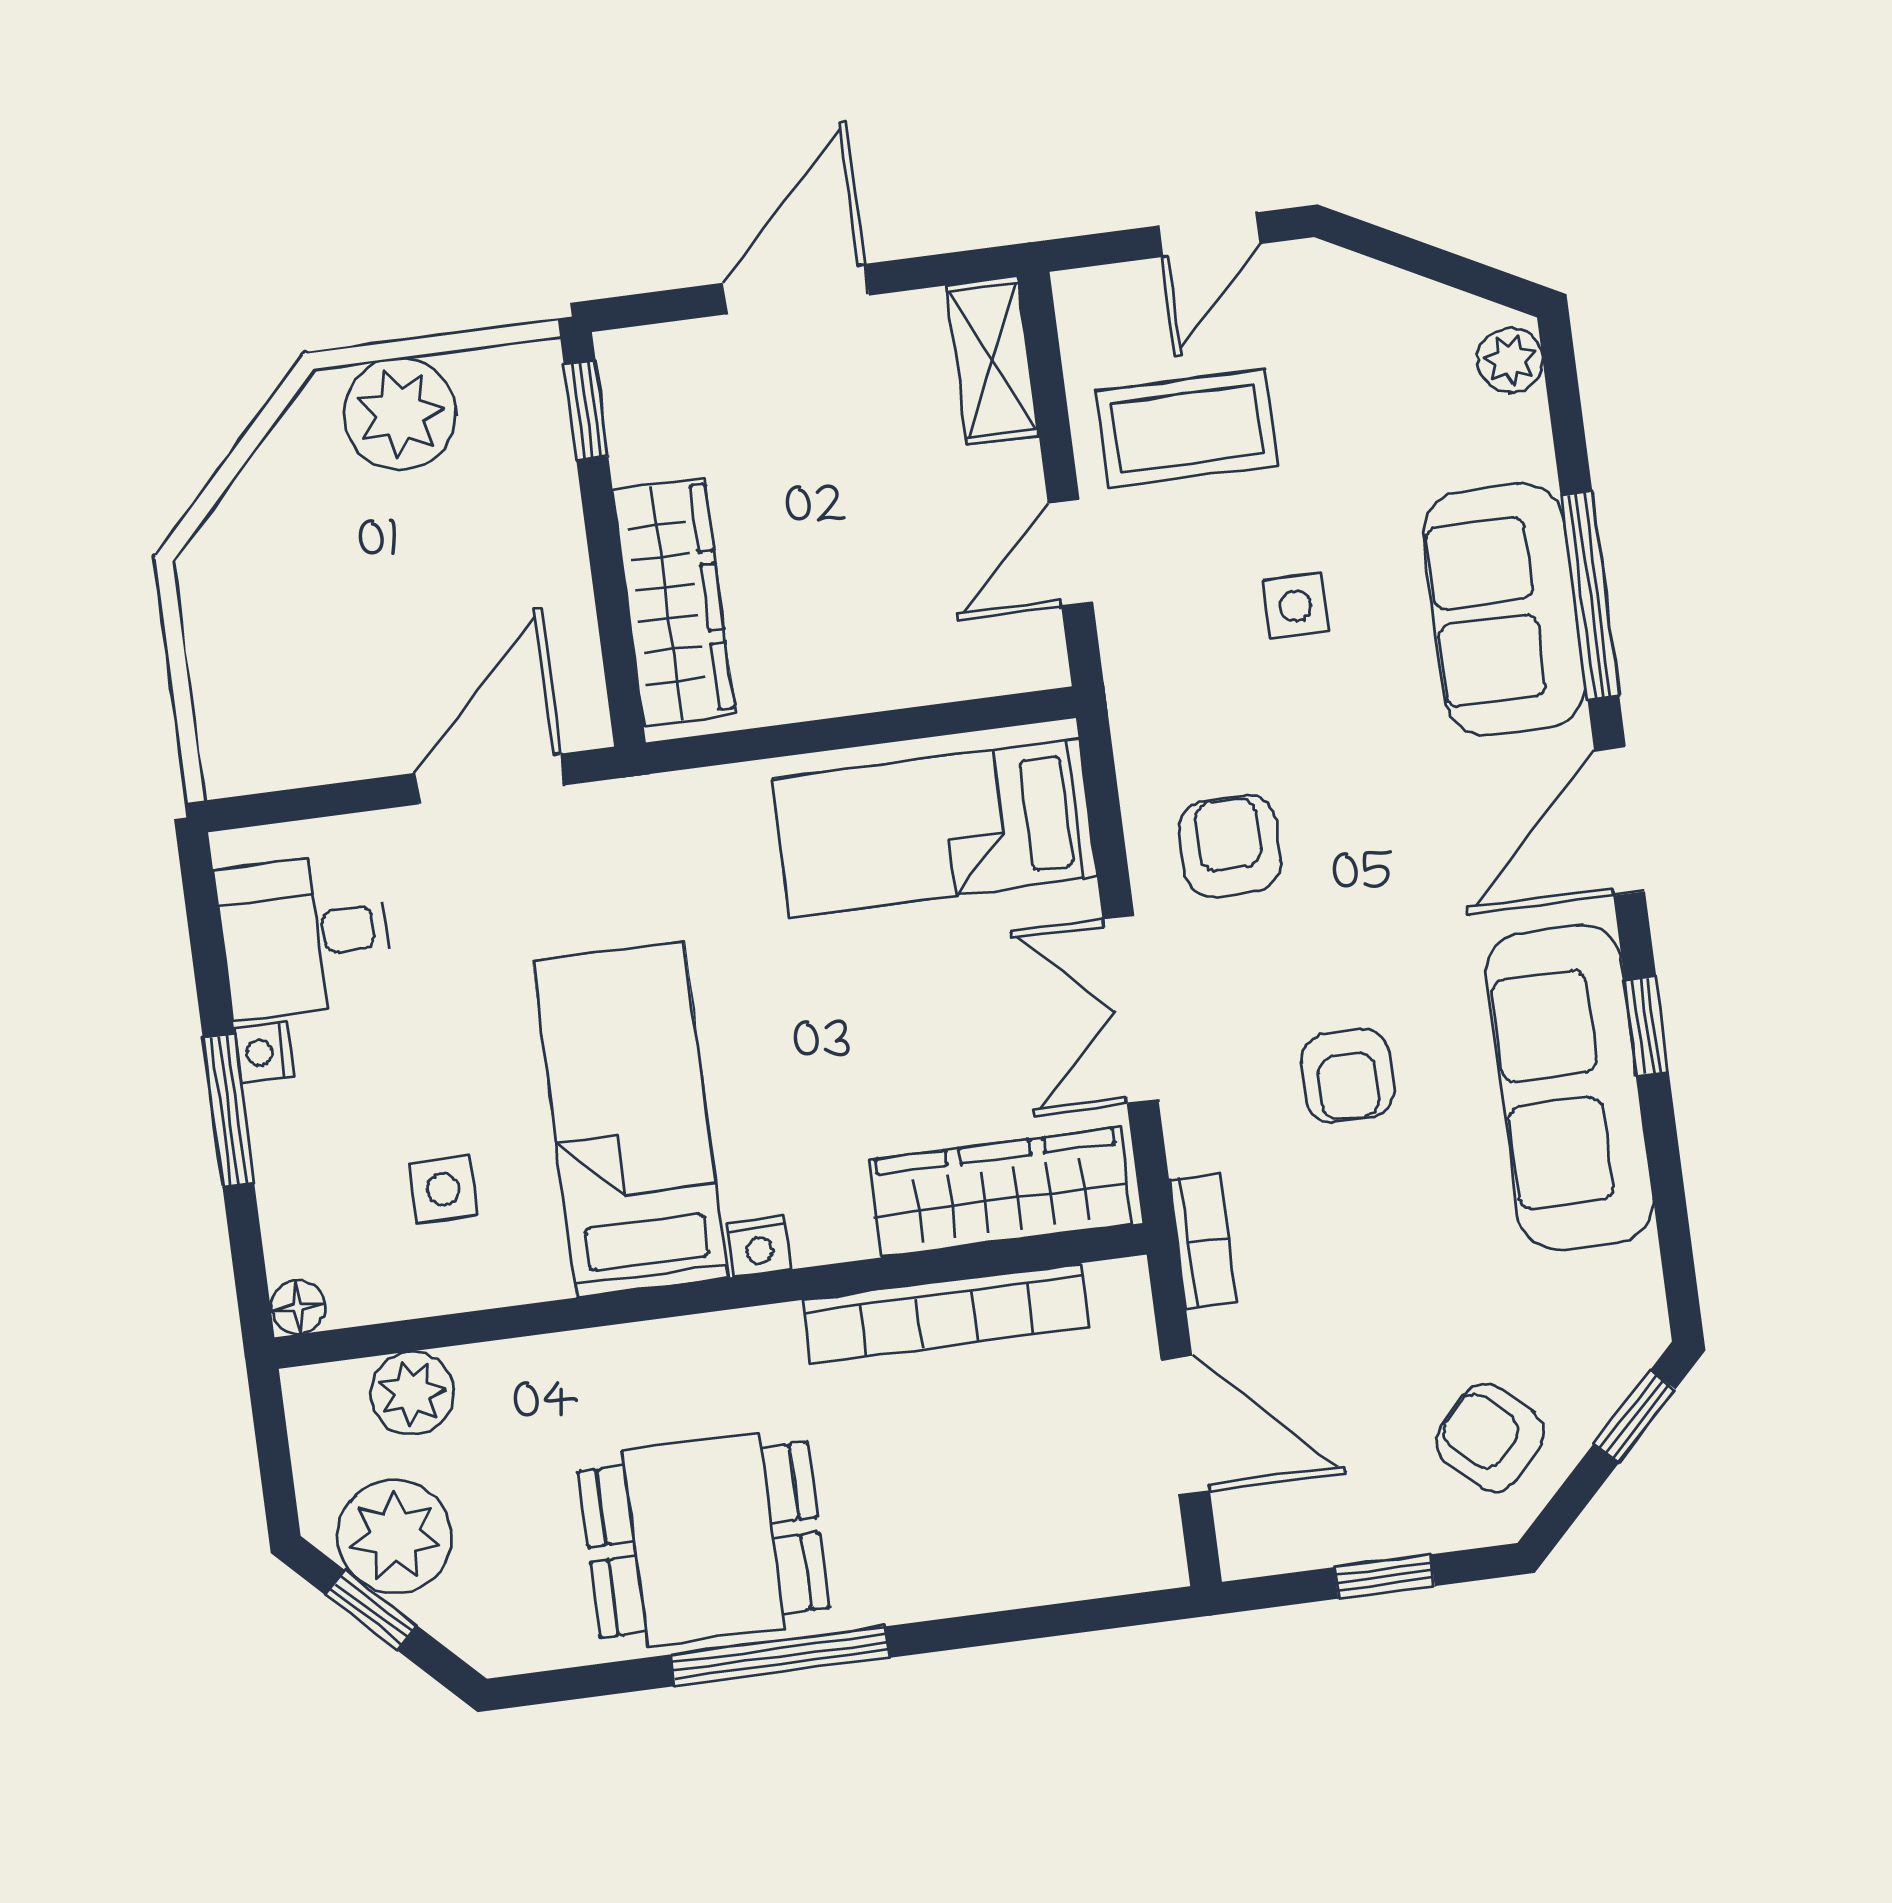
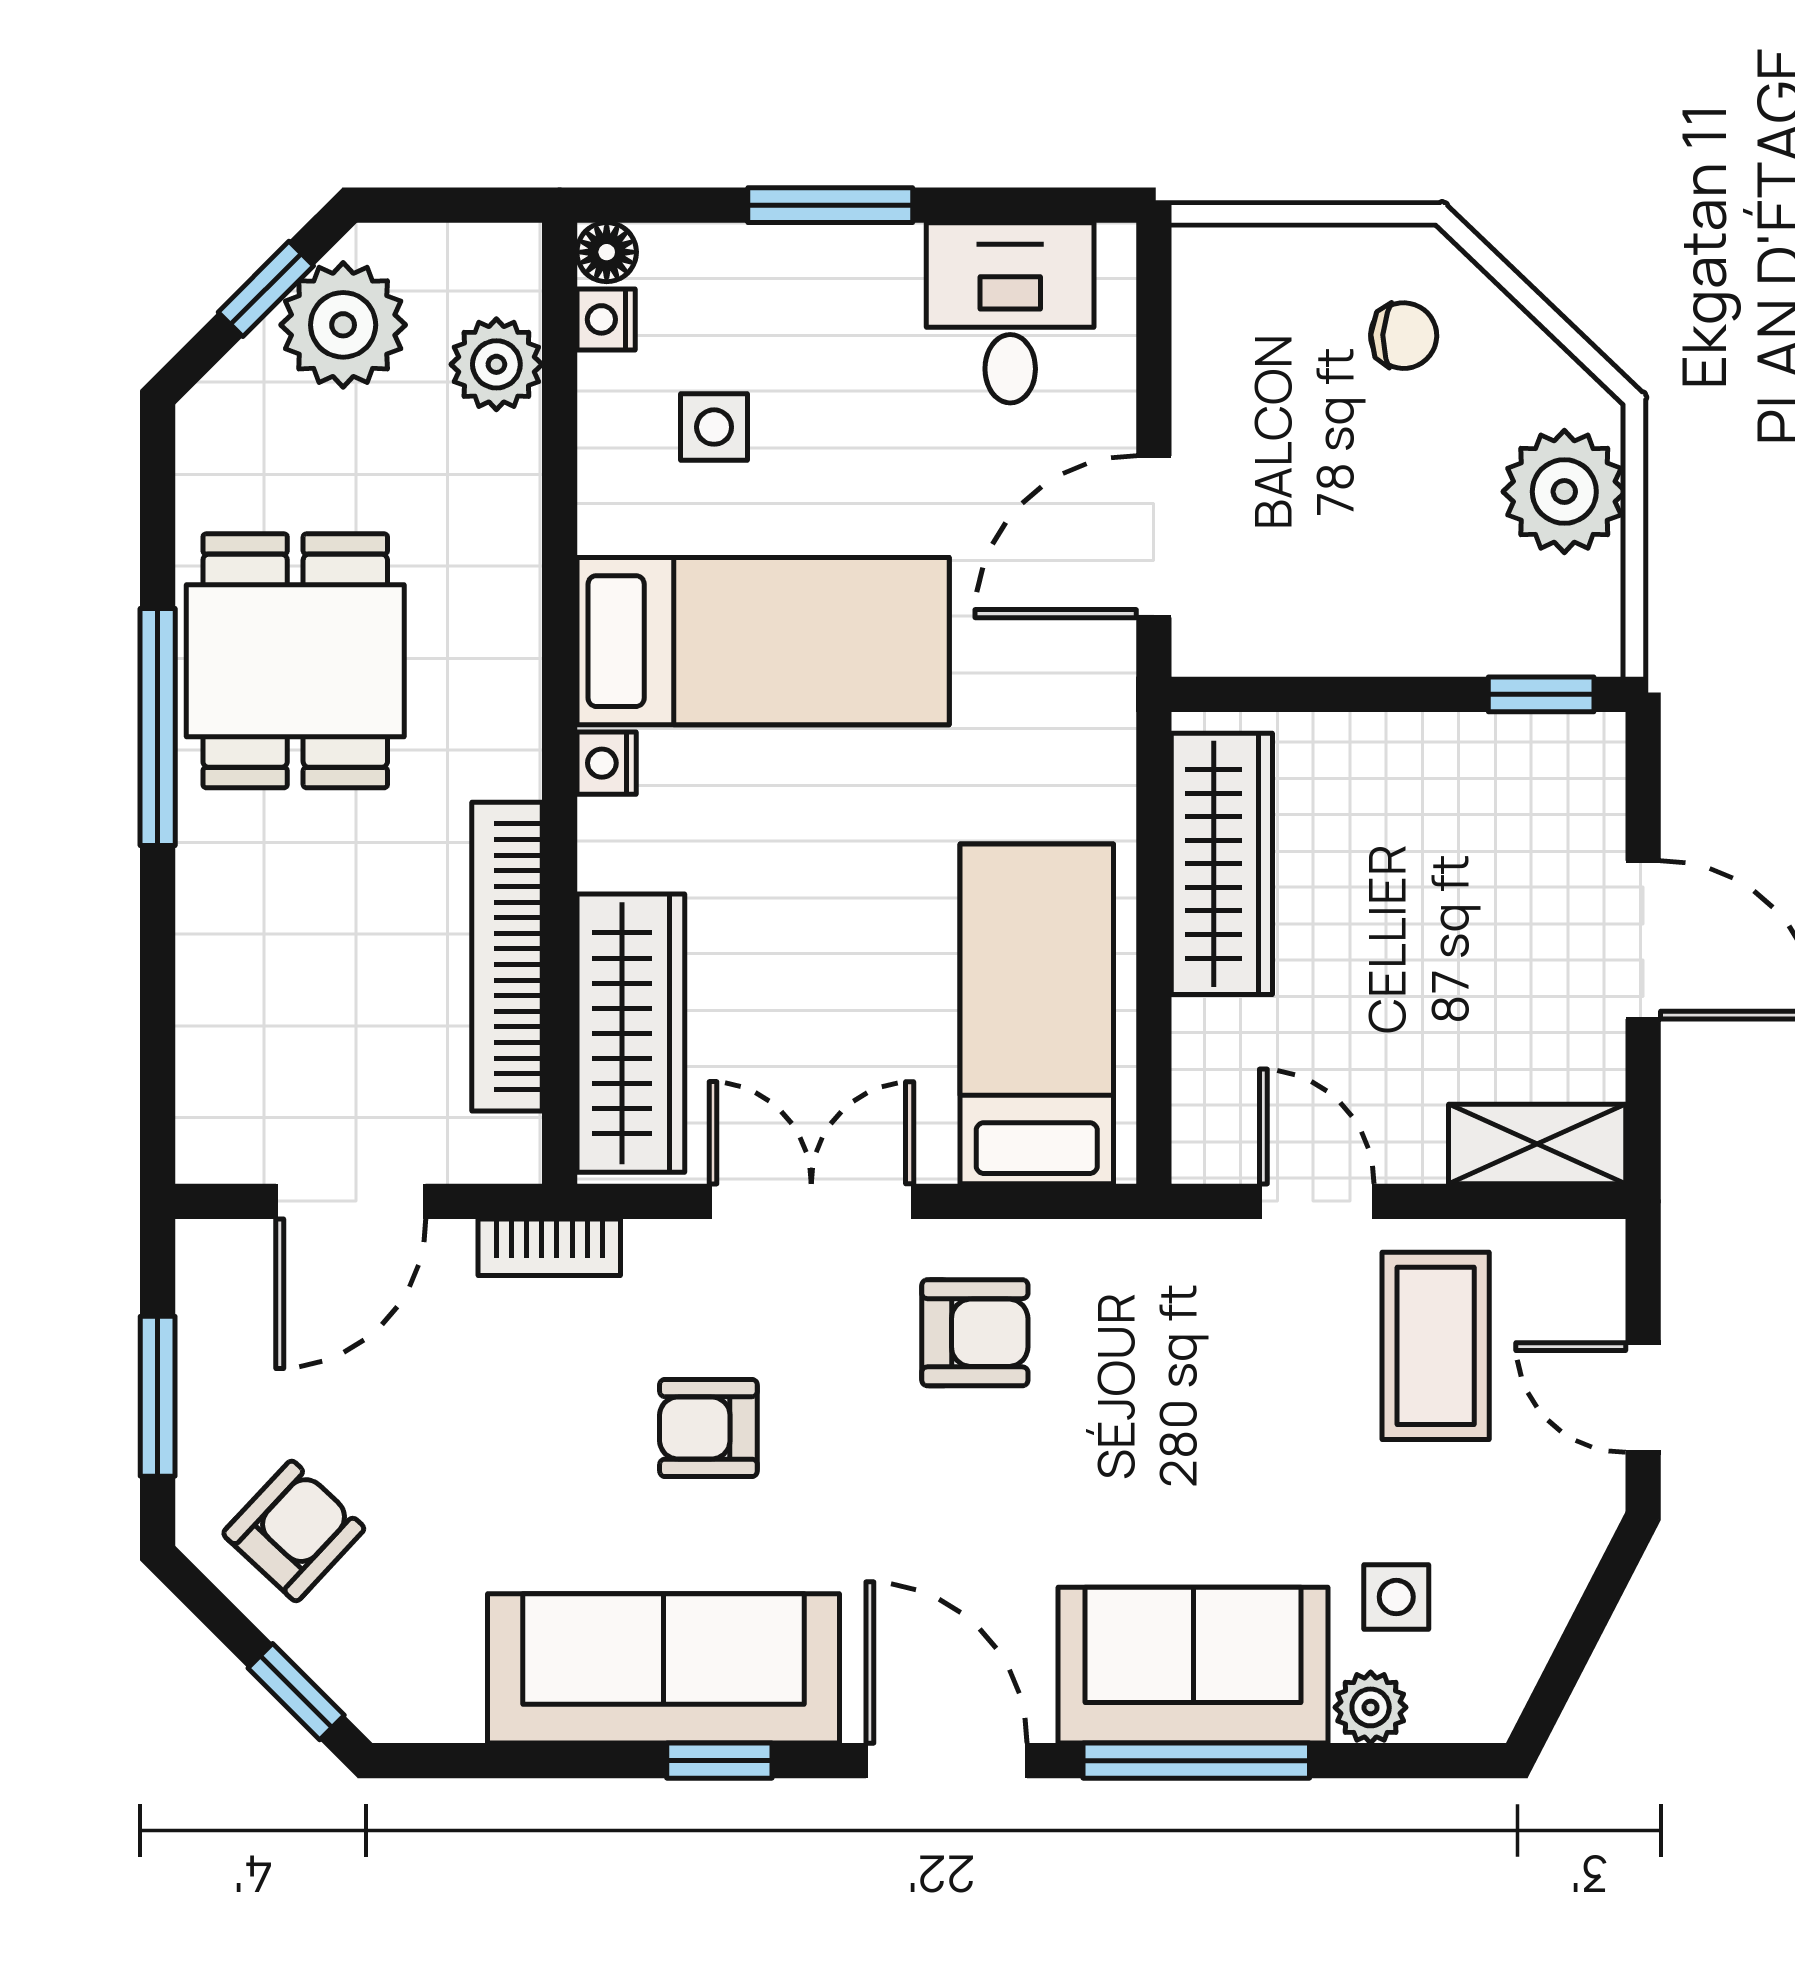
plant: (1510, 360) -> (1371, 1707), moved
chair: (278, 577) -> (1404, 336), added
wardrobe: (674, 602) -> (1222, 864), moved, turned -90
side table: (1295, 606) -> (1396, 1597), moved
door: (490, 779) -> (1154, 537), swing flipped
nightstand: (264, 1052) -> (606, 319), moved, turned -90
window: (1384, 1577) -> (158, 1396), width x1.50

